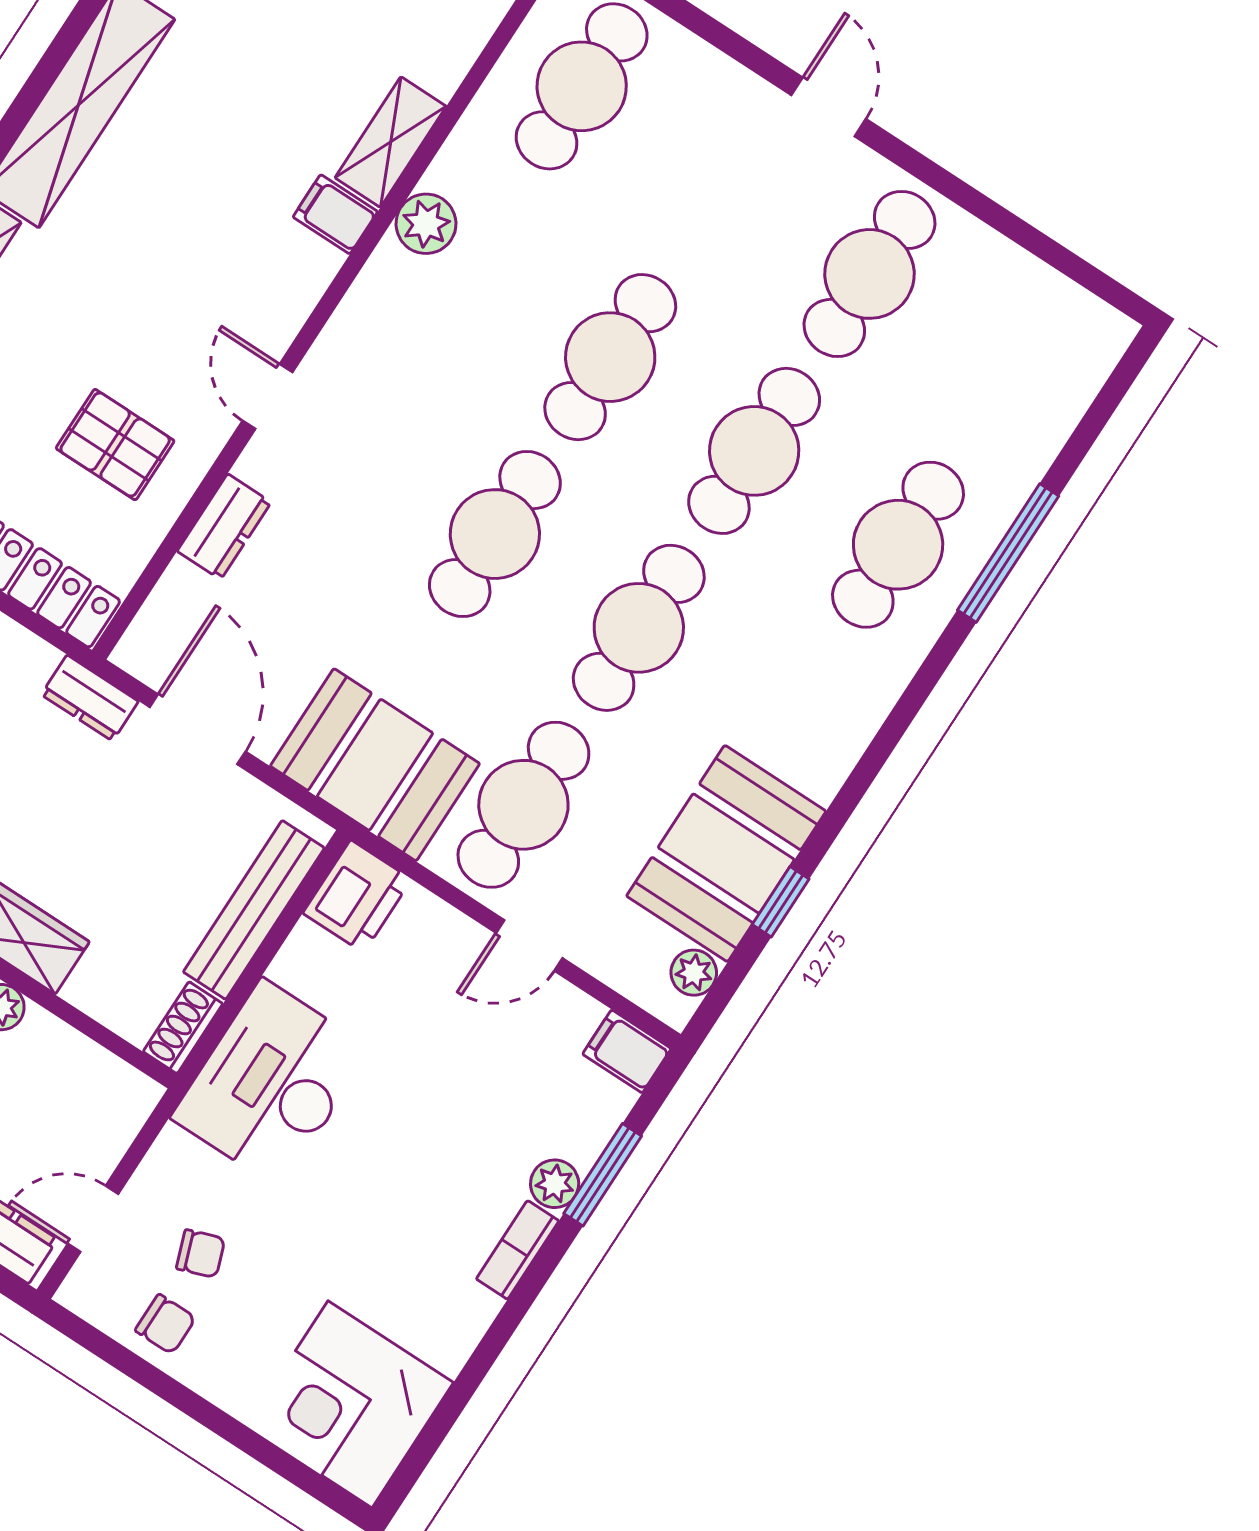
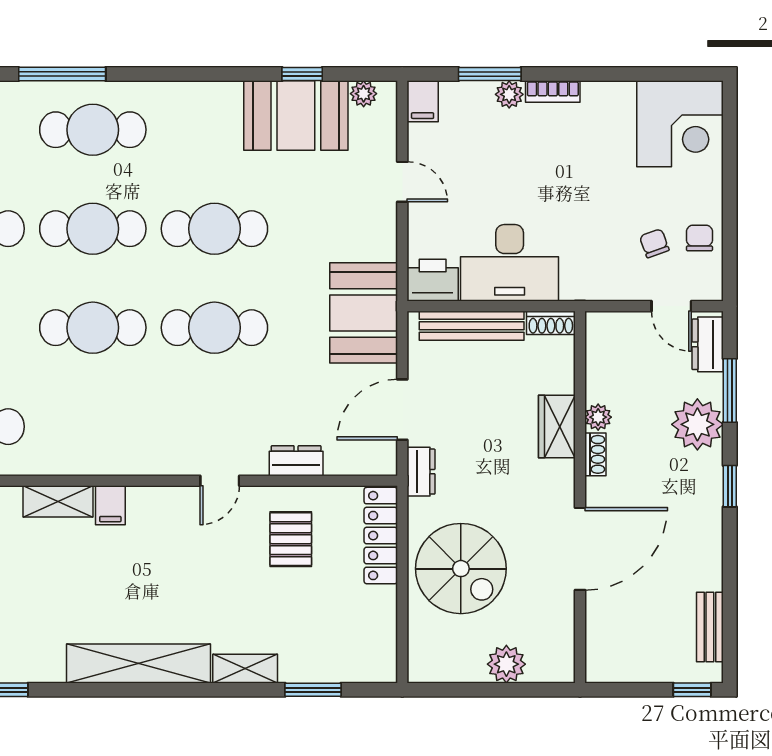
plant: (426, 224) -> (86, 459), removed
cafe table: (523, 805) -> (336, 229), removed
desk: (271, 1083) -> (510, 263), moved

